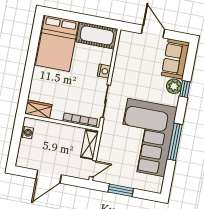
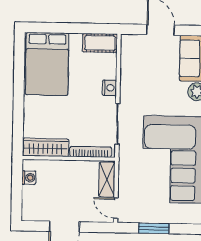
cot: (97, 35) -> (100, 43), width x0.73, depth x0.75
wardrobe: (38, 109) -> (45, 147), width x1.50
door: (93, 169) -> (116, 208), swing flipped

